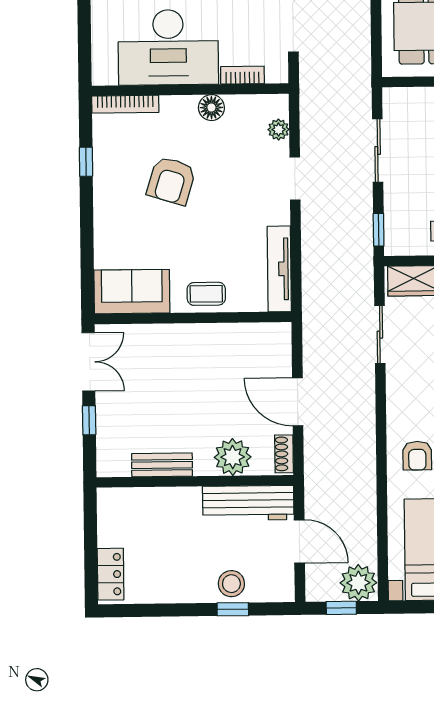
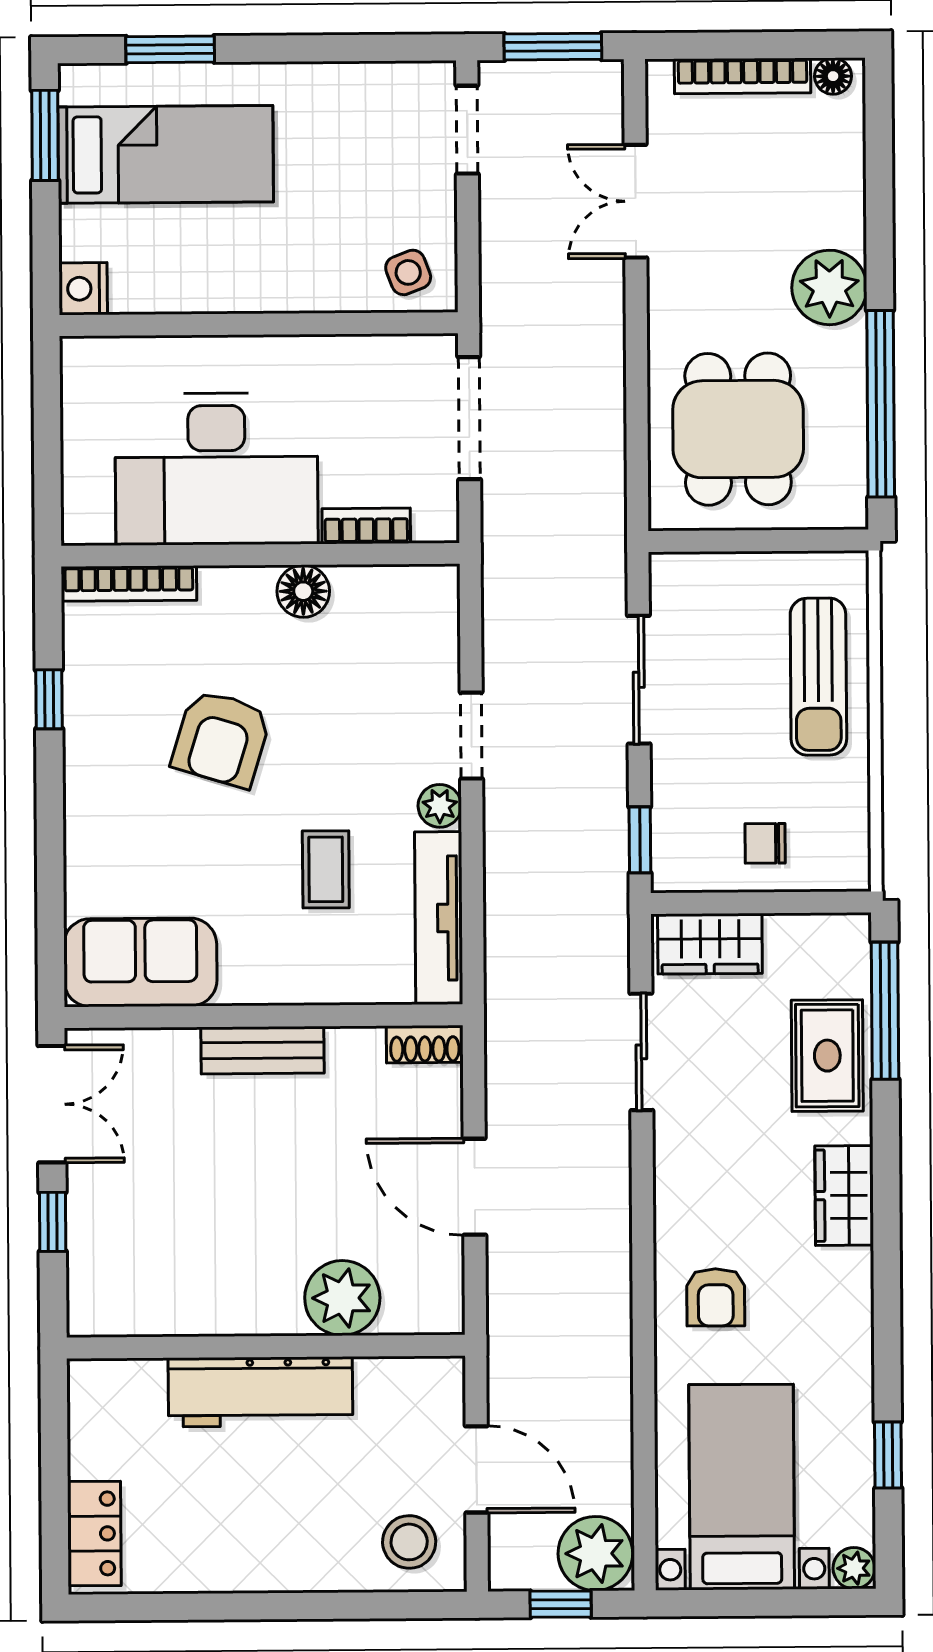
plant: (279, 130) -> (440, 806), moved
coffee table: (206, 294) -> (326, 869), moved, turned 90
shoe rack: (284, 454) -> (425, 1044), moved, turned -90
bench: (162, 465) -> (262, 1050), moved
workbench: (248, 503) -> (260, 1392), moved
stool: (231, 584) -> (409, 1542), moved
window: (233, 609) -> (341, 1606), removed

